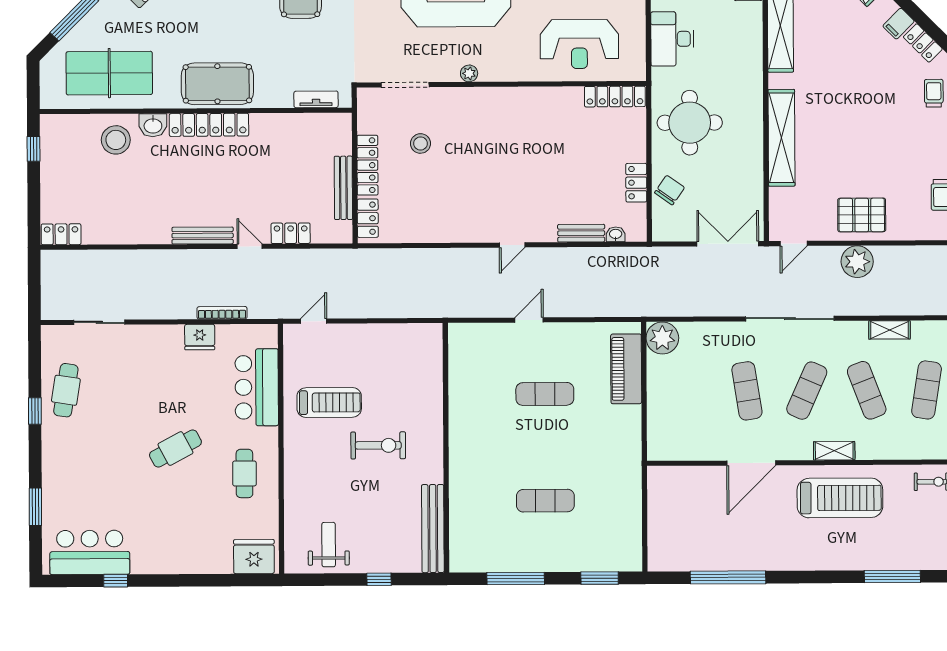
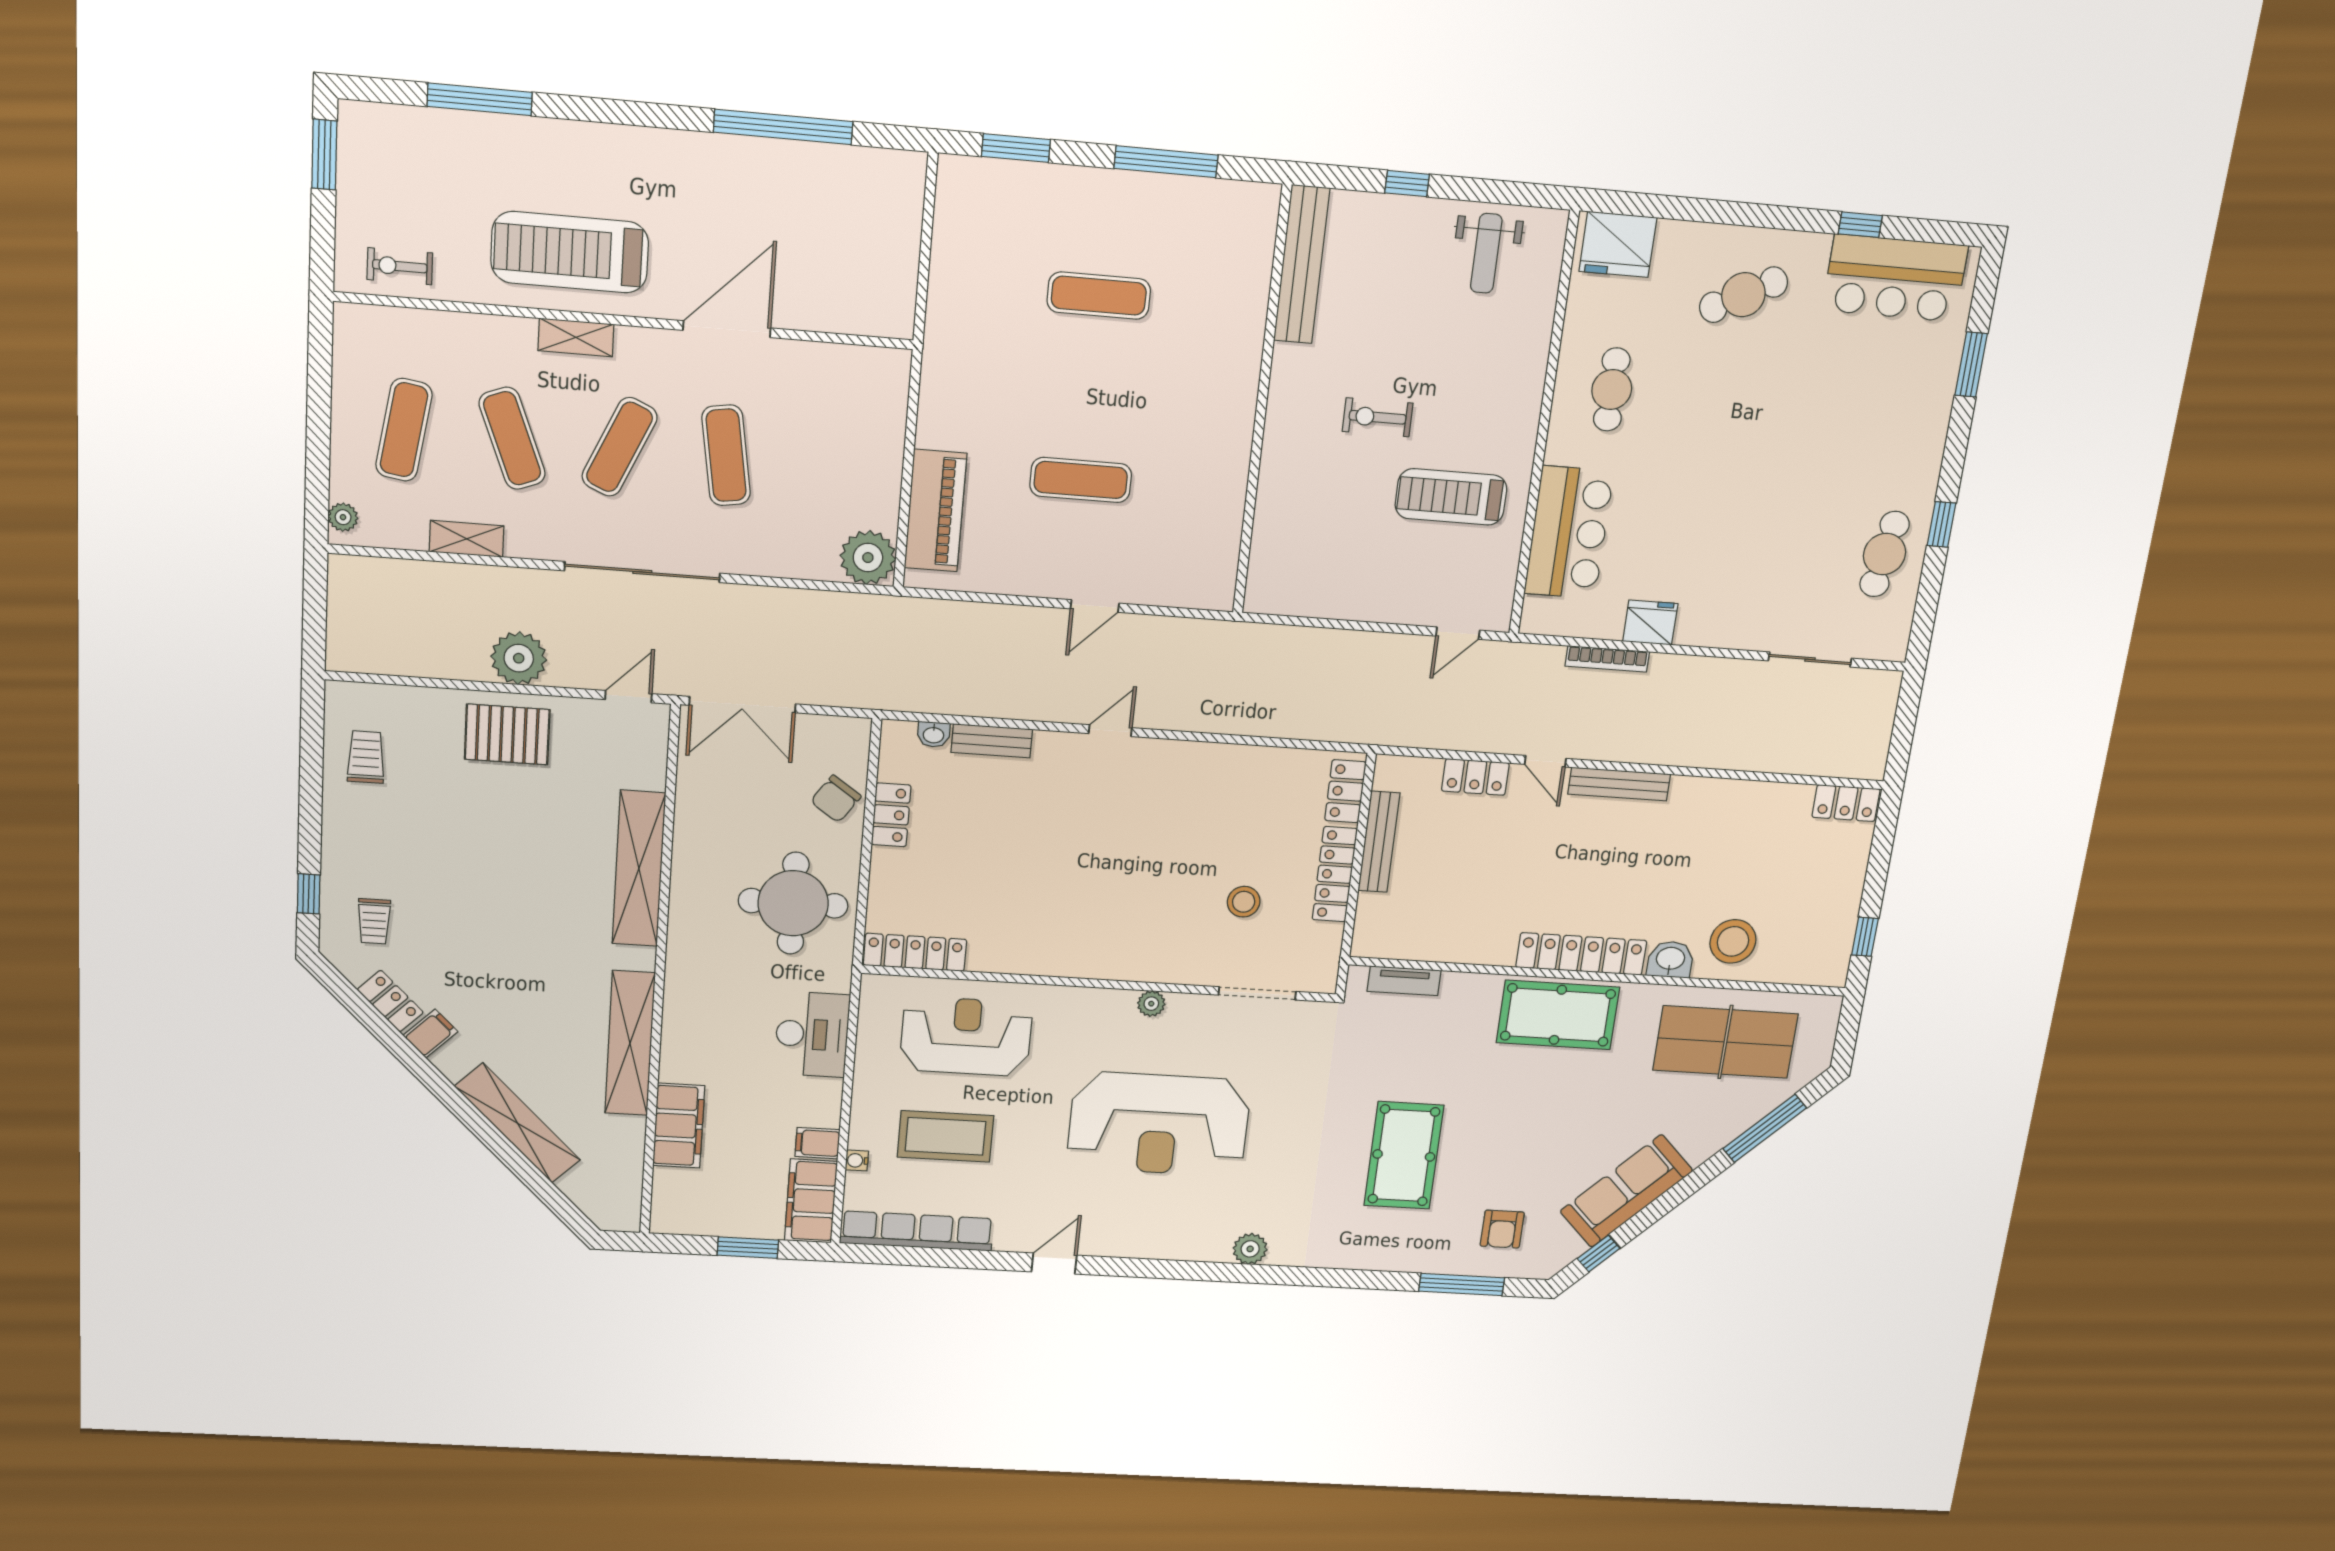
exercise bike: (378, 445) -> (1378, 417), width x0.73, depth x0.72
cafe table: (175, 449) -> (1743, 295), moved

